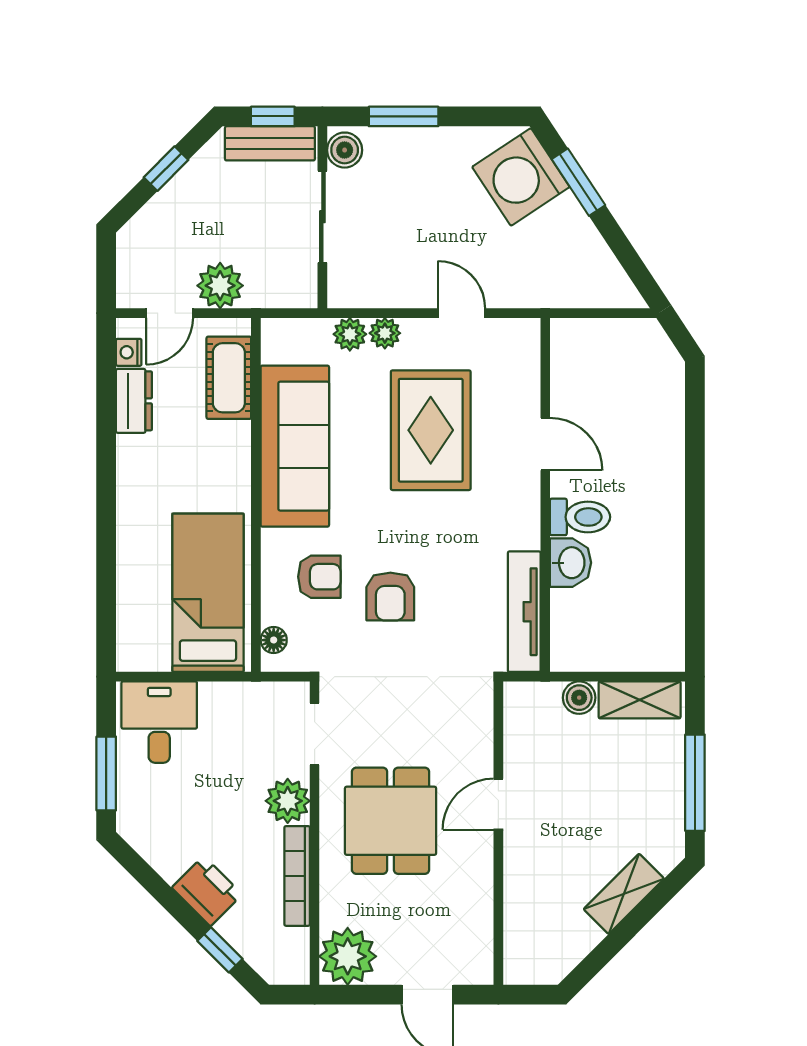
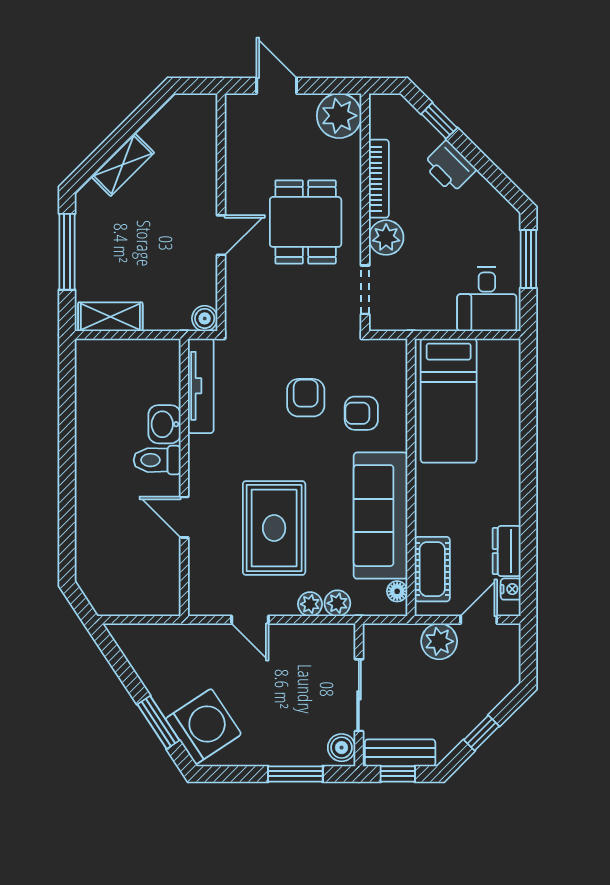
floor lamp: (274, 640) -> (397, 591), moved
boiler: (579, 698) -> (205, 318), moved

